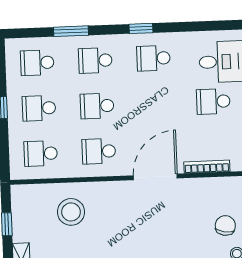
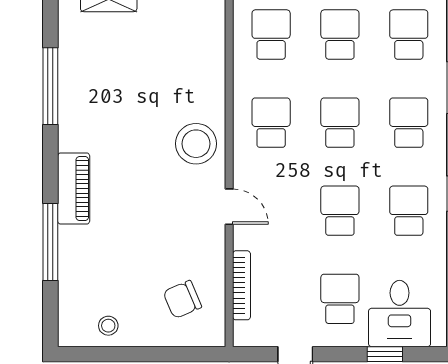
school desk: (155, 104) -> (340, 211), added
door: (155, 177) -> (229, 207), width x0.53
stool: (71, 212) -> (196, 144), moved
chair: (225, 225) -> (182, 299), moved, turned 147

